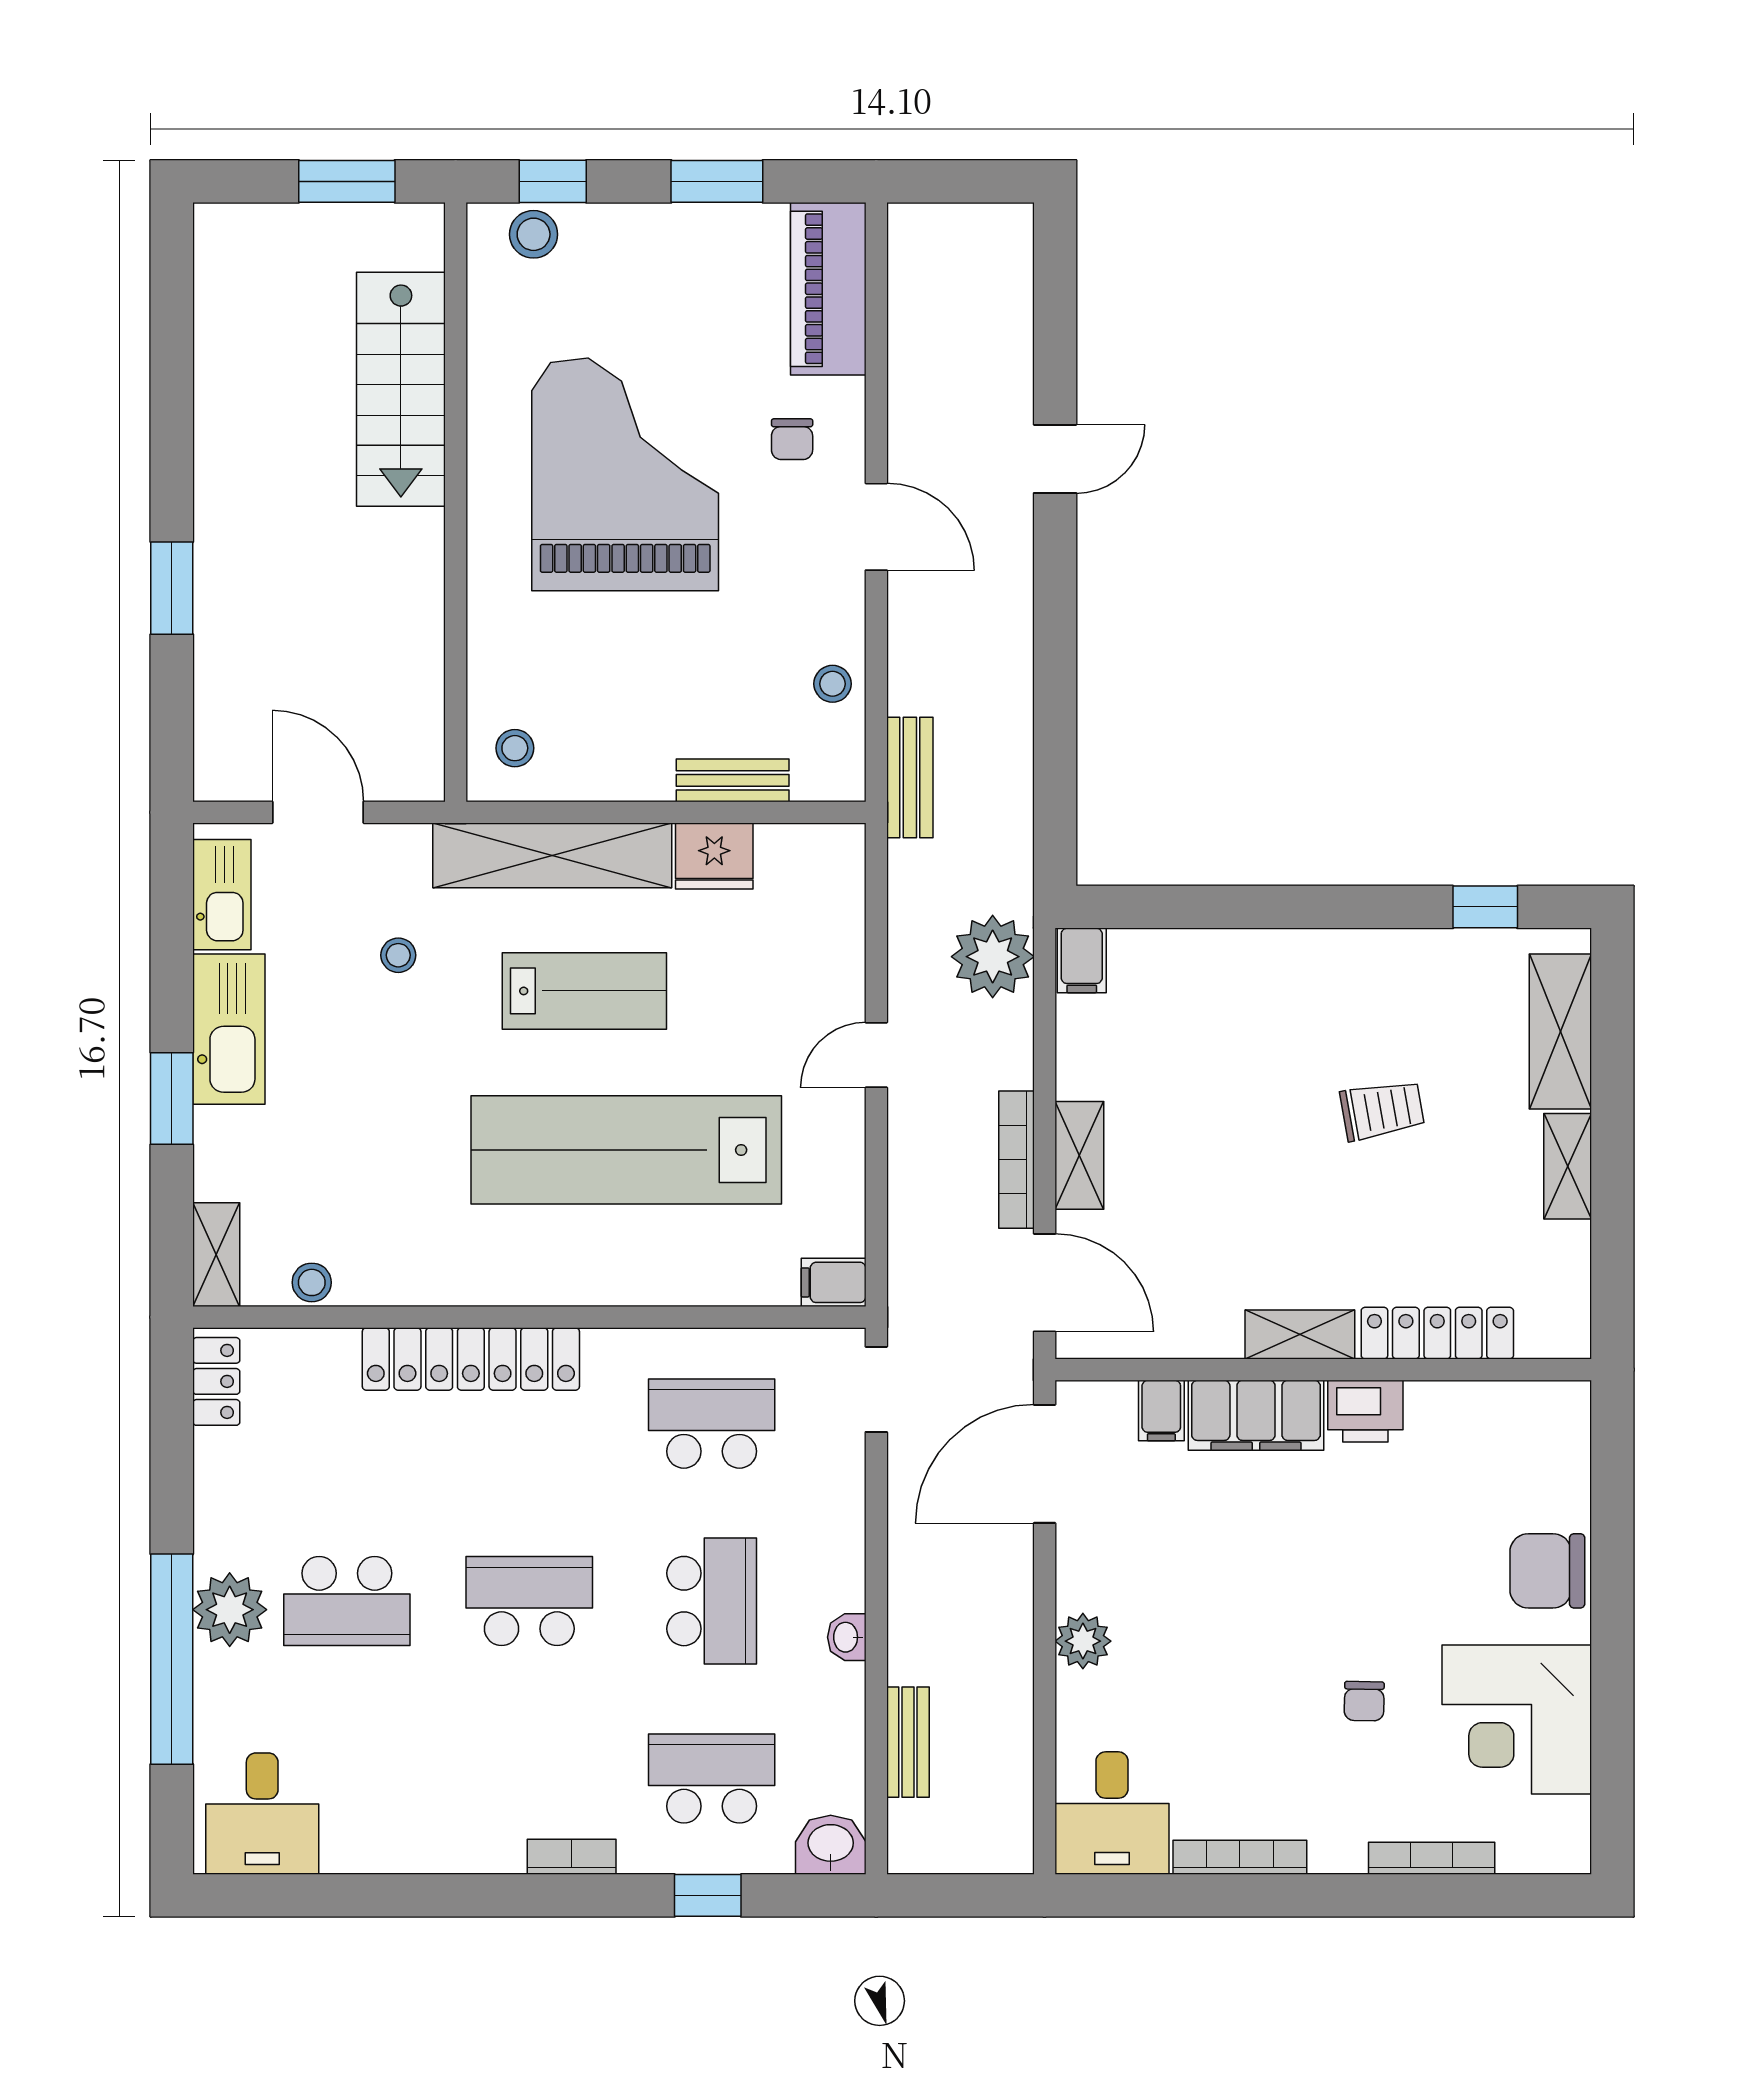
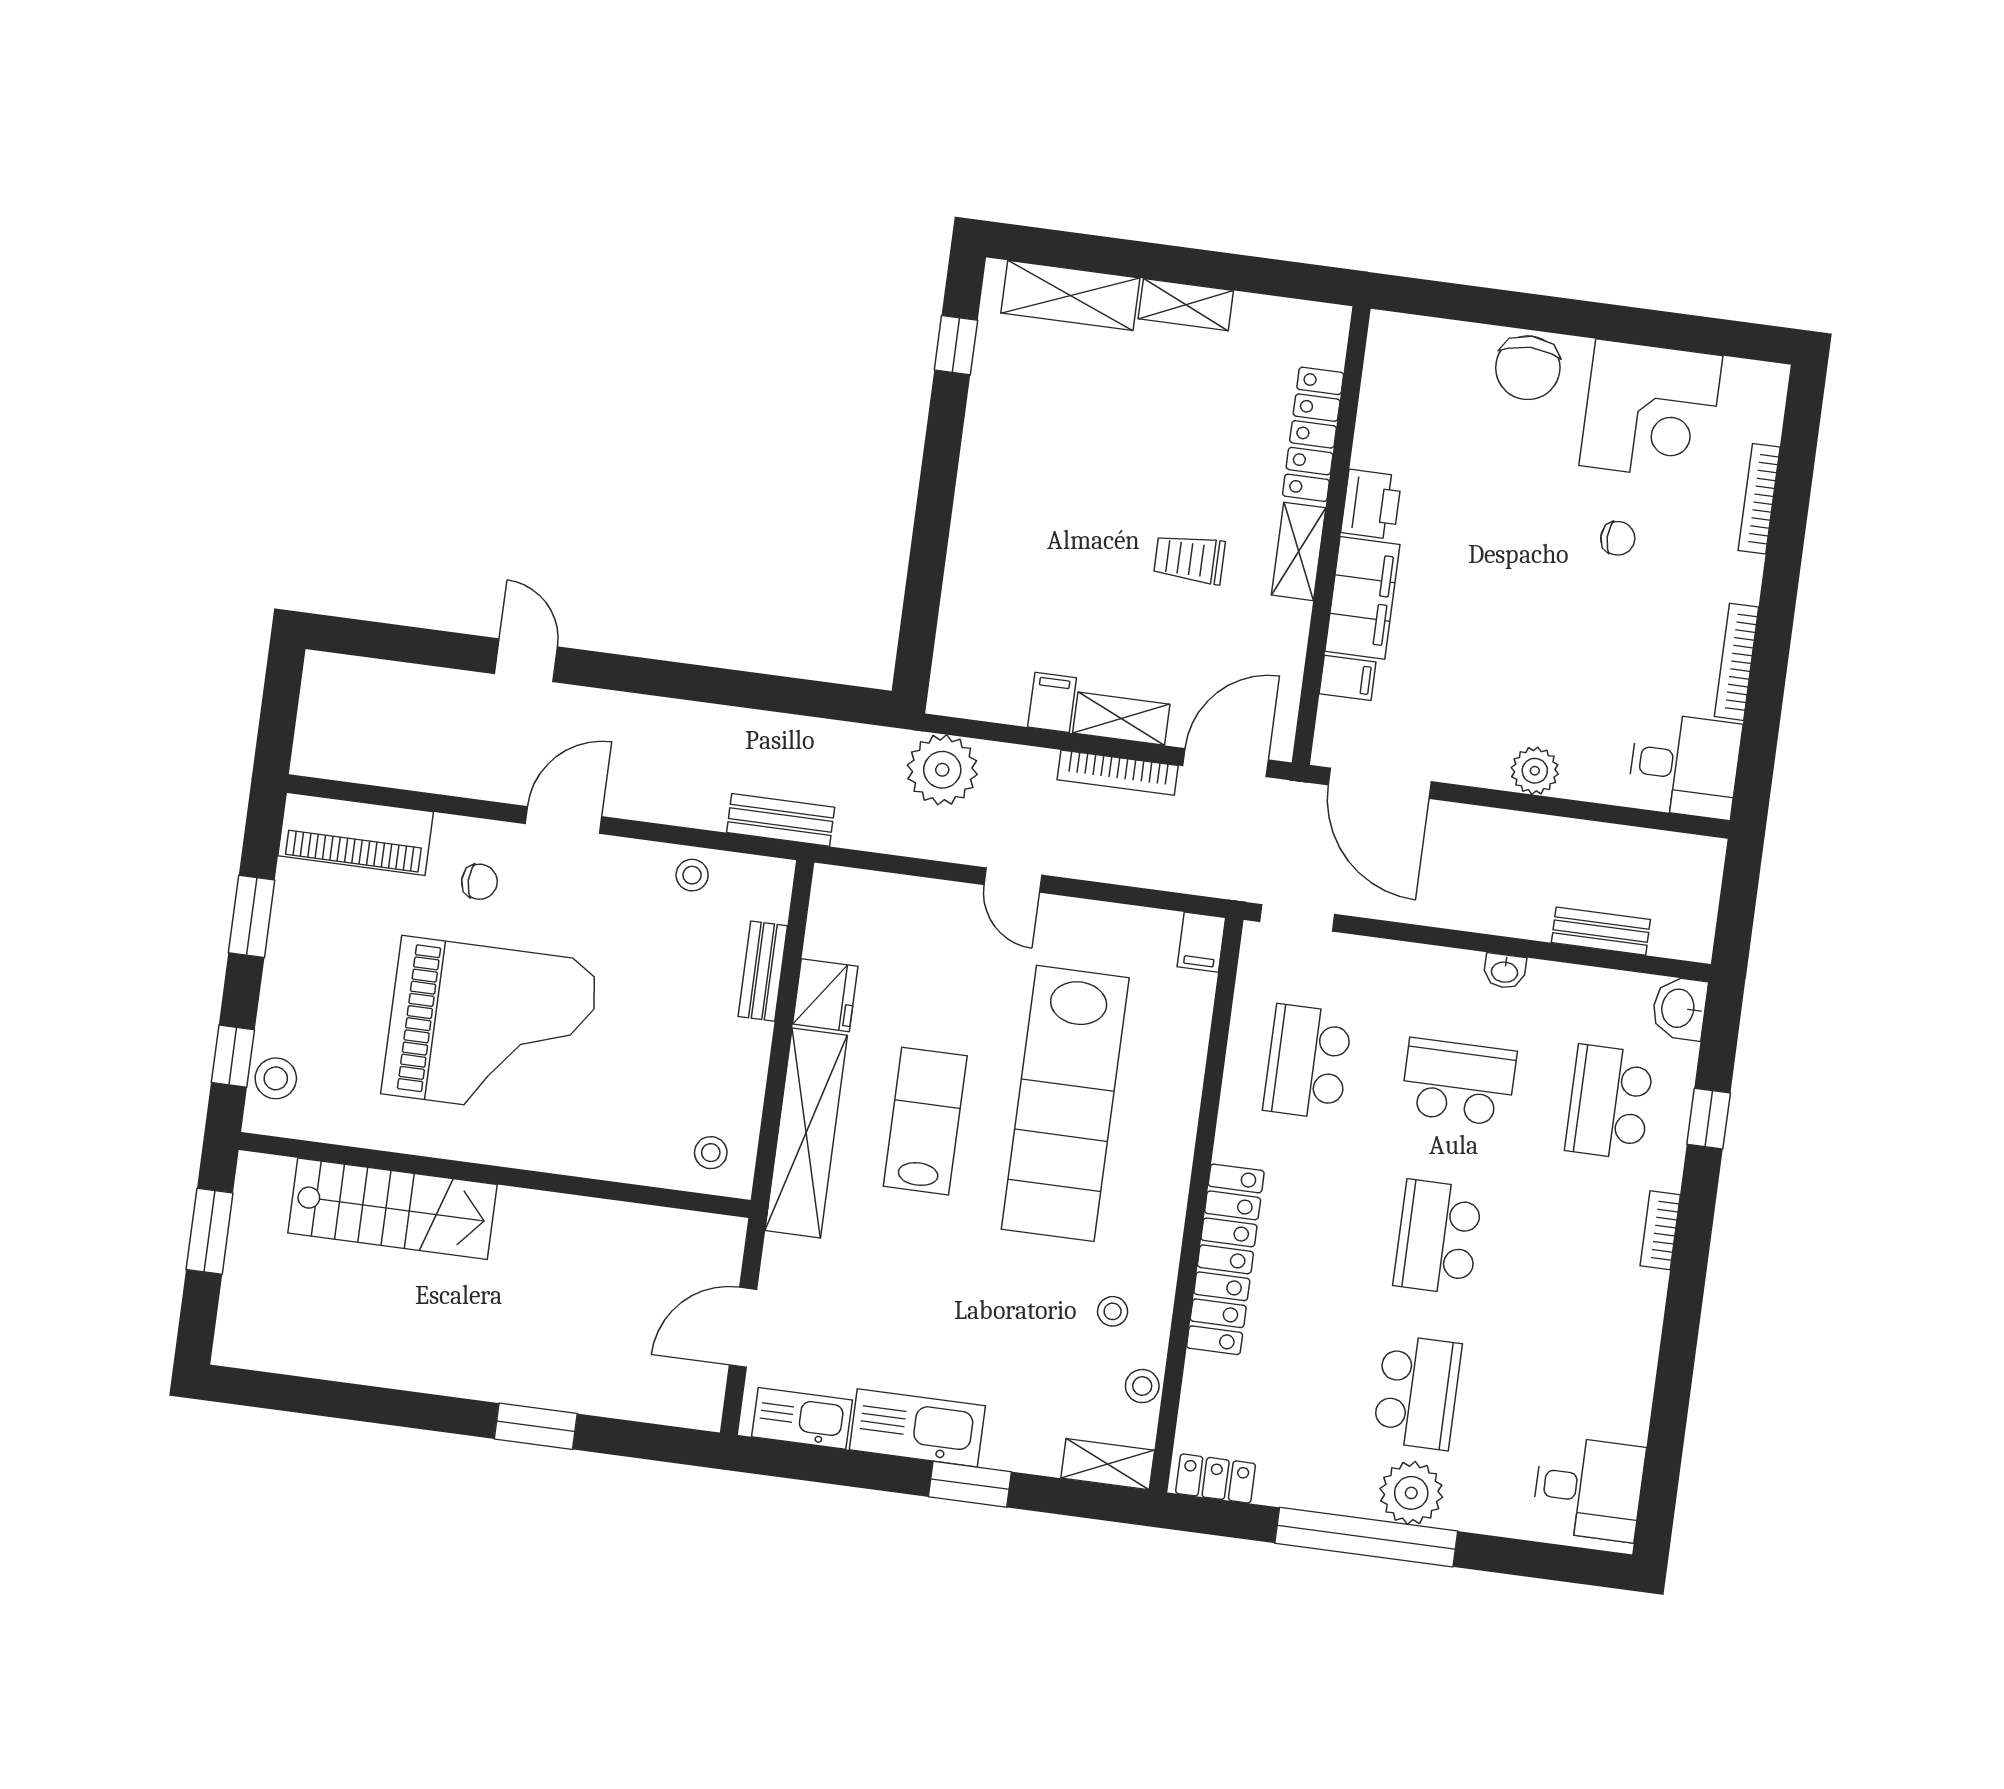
grand piano: (625, 474) -> (490, 1028), turned 180
stool: (398, 955) -> (1113, 1311), moved
filing cabinet: (1082, 960) -> (1052, 702), moved, turned -90
trolley: (1382, 1110) -> (1189, 559), moved, turned -80
window: (172, 1659) -> (1366, 1537), moved

